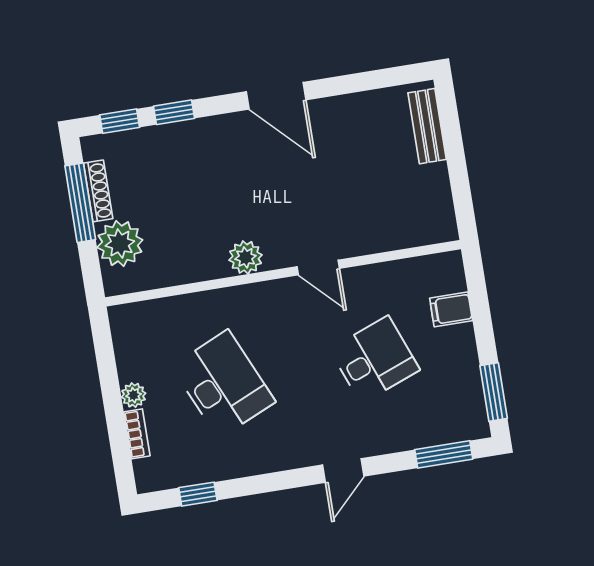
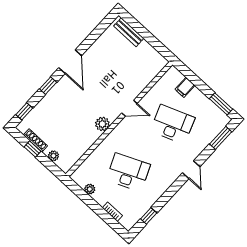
door: (276, 96) -> (70, 62), hinge flipped
window: (174, 112) -> (48, 86), moved
window: (80, 203) -> (33, 149), width x0.46
plant: (120, 244) -> (53, 156), width x0.53, depth x0.53
desk: (375, 360) -> (173, 124), width x1.37
plant: (134, 395) -> (90, 189), moved

